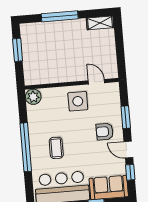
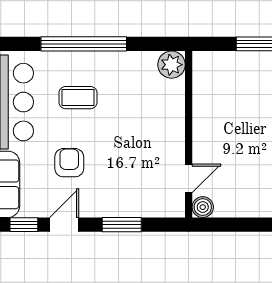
boiler: (112, 72) -> (203, 207), added
side table: (78, 101) -> (157, 143), removed
armchair: (105, 132) -> (69, 163), moved

